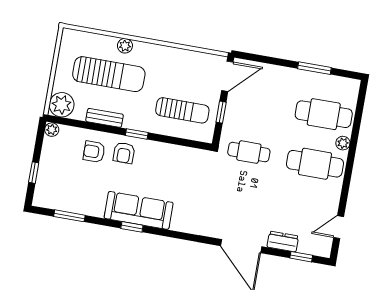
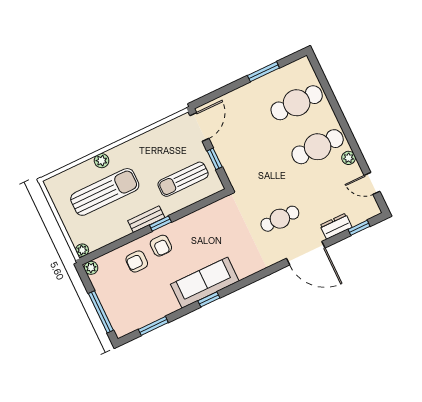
plant: (62, 105) -> (82, 250), width x0.53, depth x0.53
sun lounger: (182, 110) -> (183, 179), turned 180
bench: (105, 118) -> (146, 219), moved
plant: (343, 143) -> (349, 158), moved
cafe table: (249, 152) -> (280, 219), moved
window: (34, 173) -> (101, 312), width x2.17
door: (339, 227) -> (372, 183), hinge flipped

